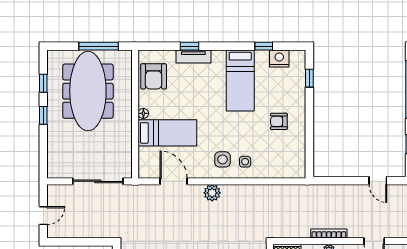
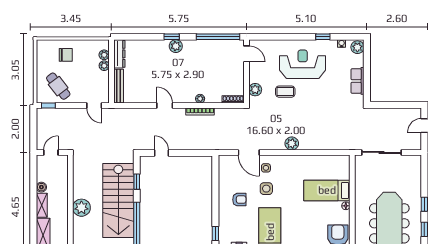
side table: (222, 159) -> (266, 189), moved
door: (174, 181) -> (249, 152), moved

